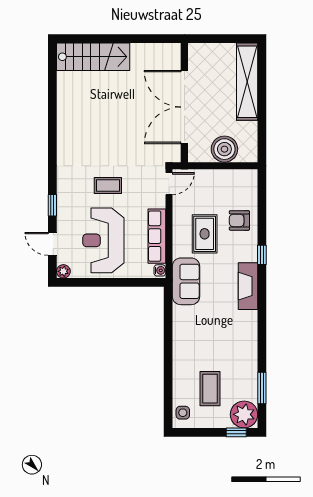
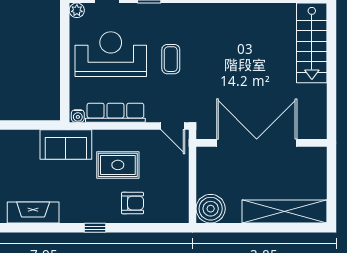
boiler: (224, 149) -> (211, 209), moved
armchair: (239, 220) -> (133, 203), turned 90
fireplace: (248, 286) -> (33, 212), moved

